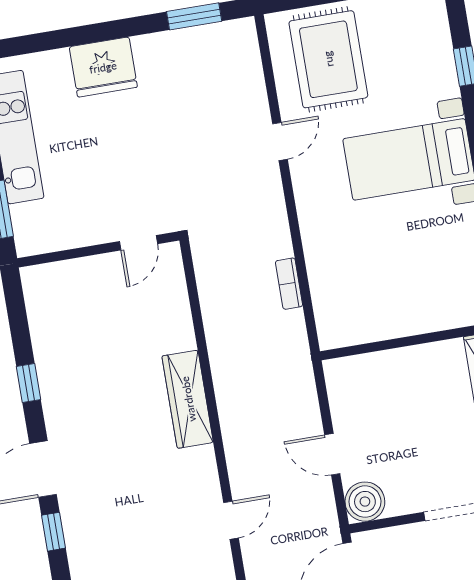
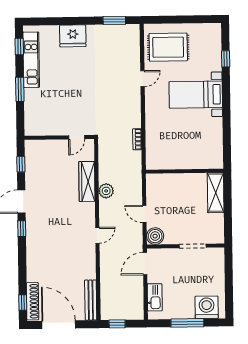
rug: (328, 59) -> (168, 47), turned 90
door: (139, 243) -> (77, 137), moved
wall: (98, 249) -> (59, 137), moved
plant: (236, 414) -> (106, 191), added

